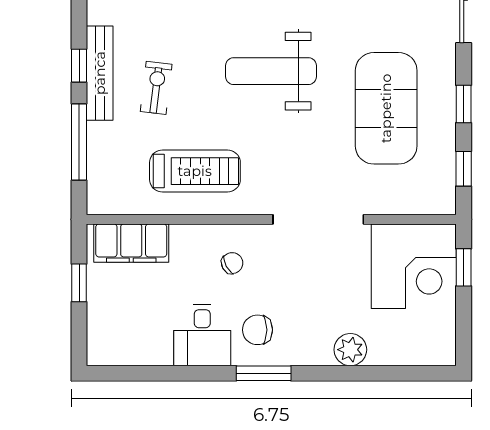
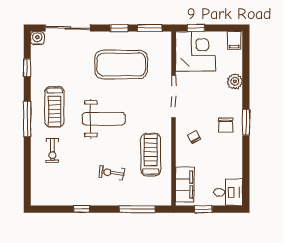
window: (79, 66) -> (82, 209), moved
weight bench: (271, 71) -> (104, 119), turned -90
bench: (100, 73) -> (105, 199), removed
window: (464, 169) -> (150, 28), width x1.50
desk: (202, 335) -> (228, 192), moved
filing cabinet: (437, 348) -> (234, 40), added

